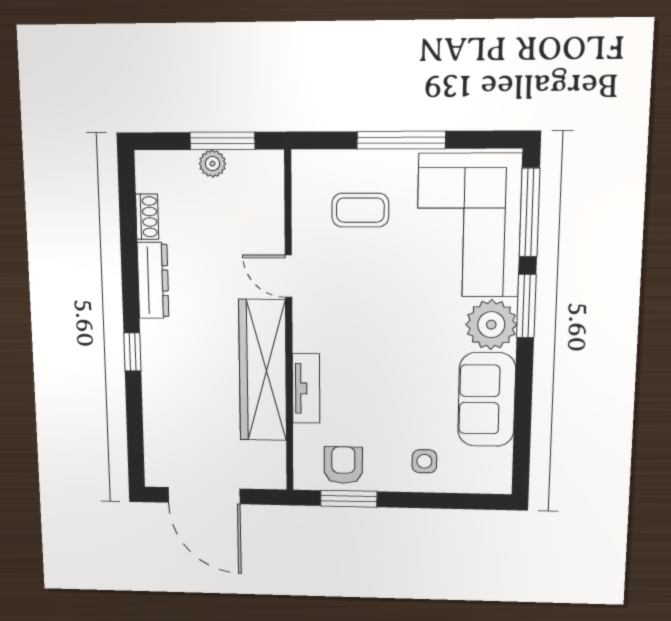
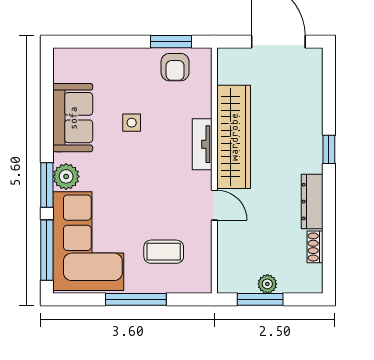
plant: (491, 325) -> (66, 176), width x0.73, depth x0.73
tv unit: (306, 388) -> (202, 144), moved
side table: (424, 461) -> (132, 123), moved

